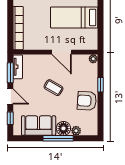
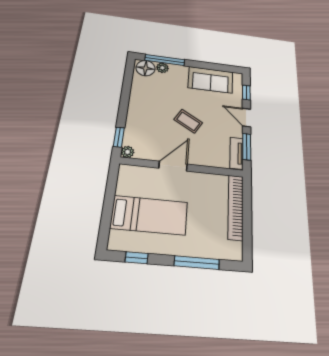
door: (62, 52) -> (173, 166), hinge flipped
window: (100, 85) -> (119, 137), moved
armchair: (87, 101) -> (144, 100), removed
floor lamp: (63, 128) -> (146, 68), moved
window: (58, 138) -> (165, 60), moved

